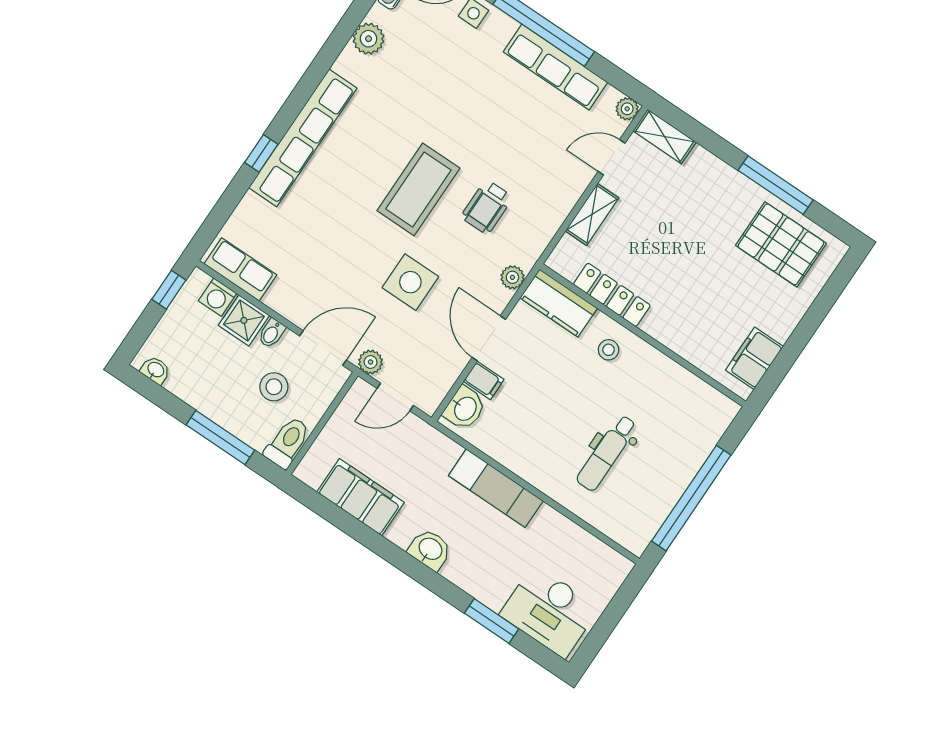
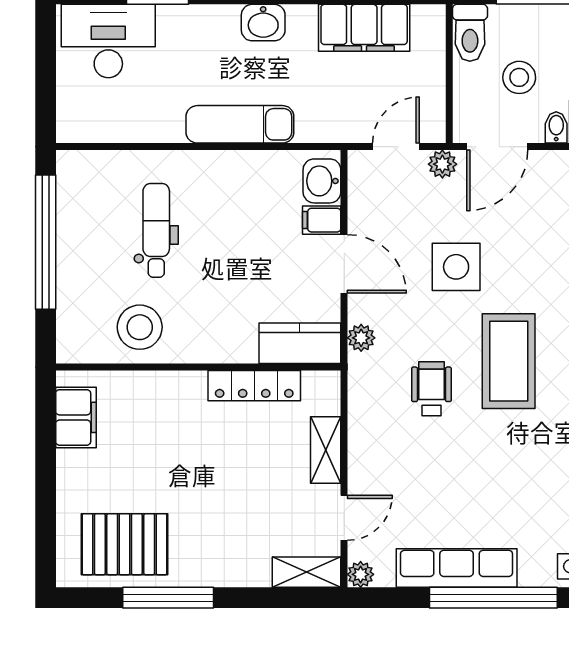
stool: (609, 350) -> (140, 327), moved, width x1.89, depth x1.89

